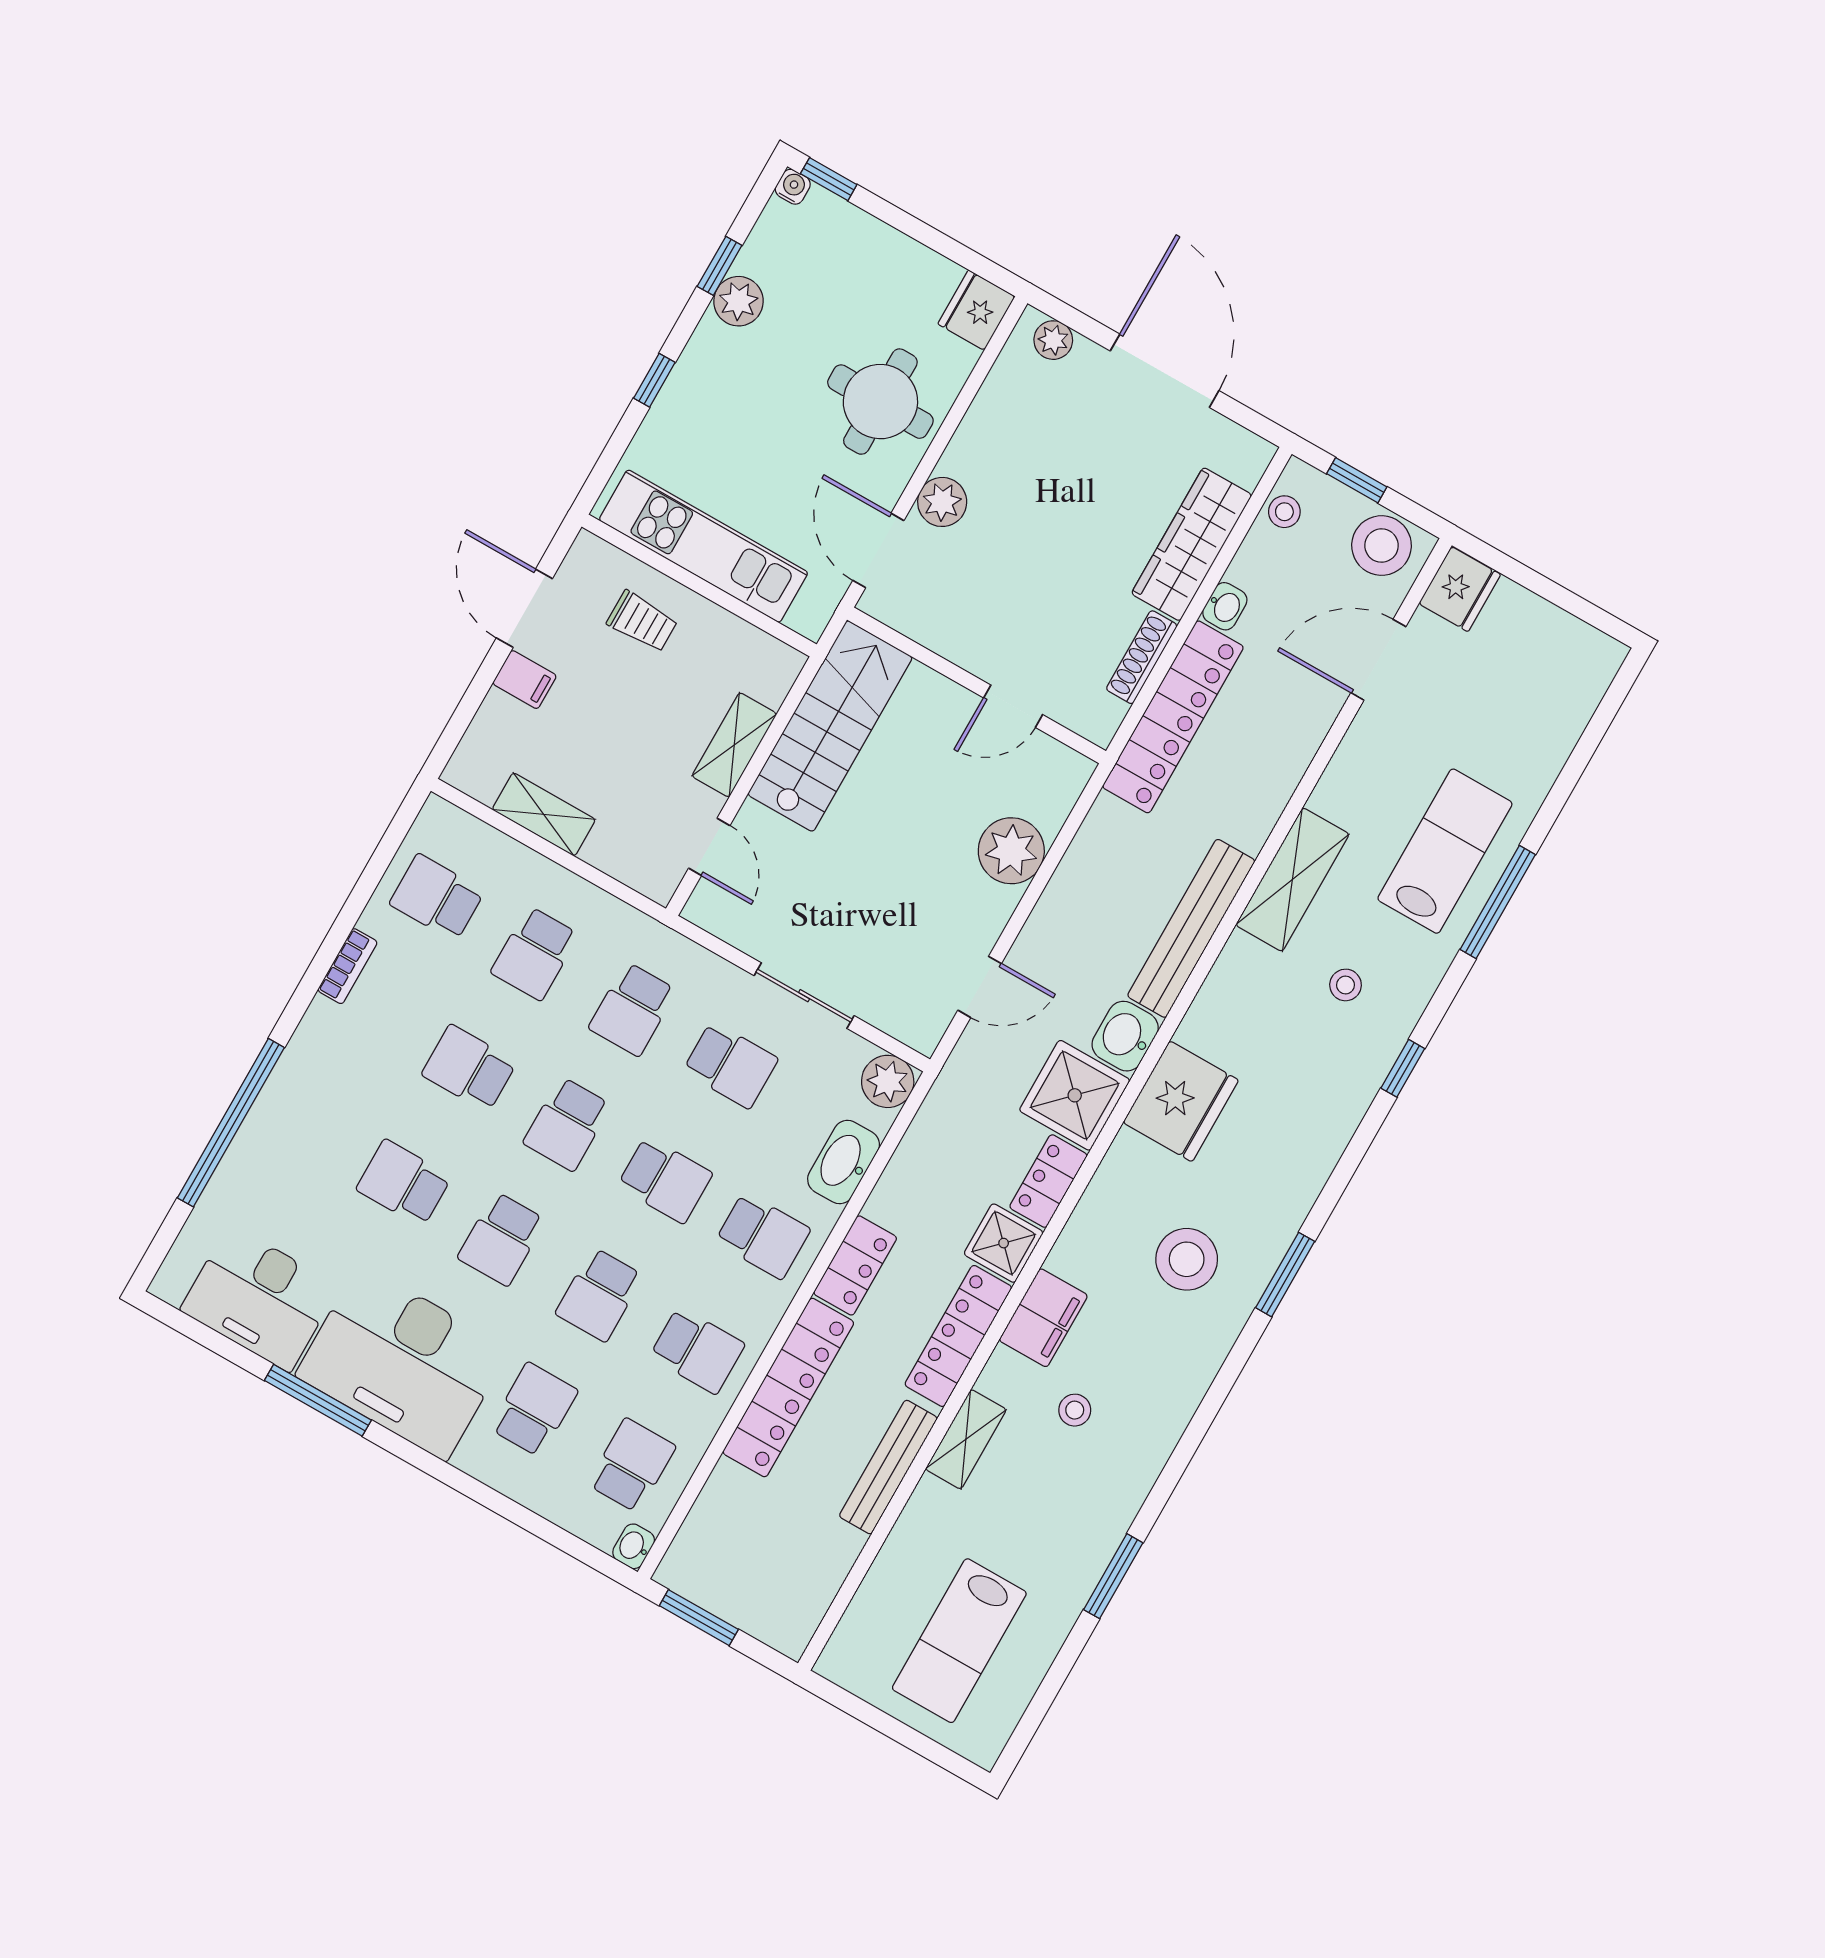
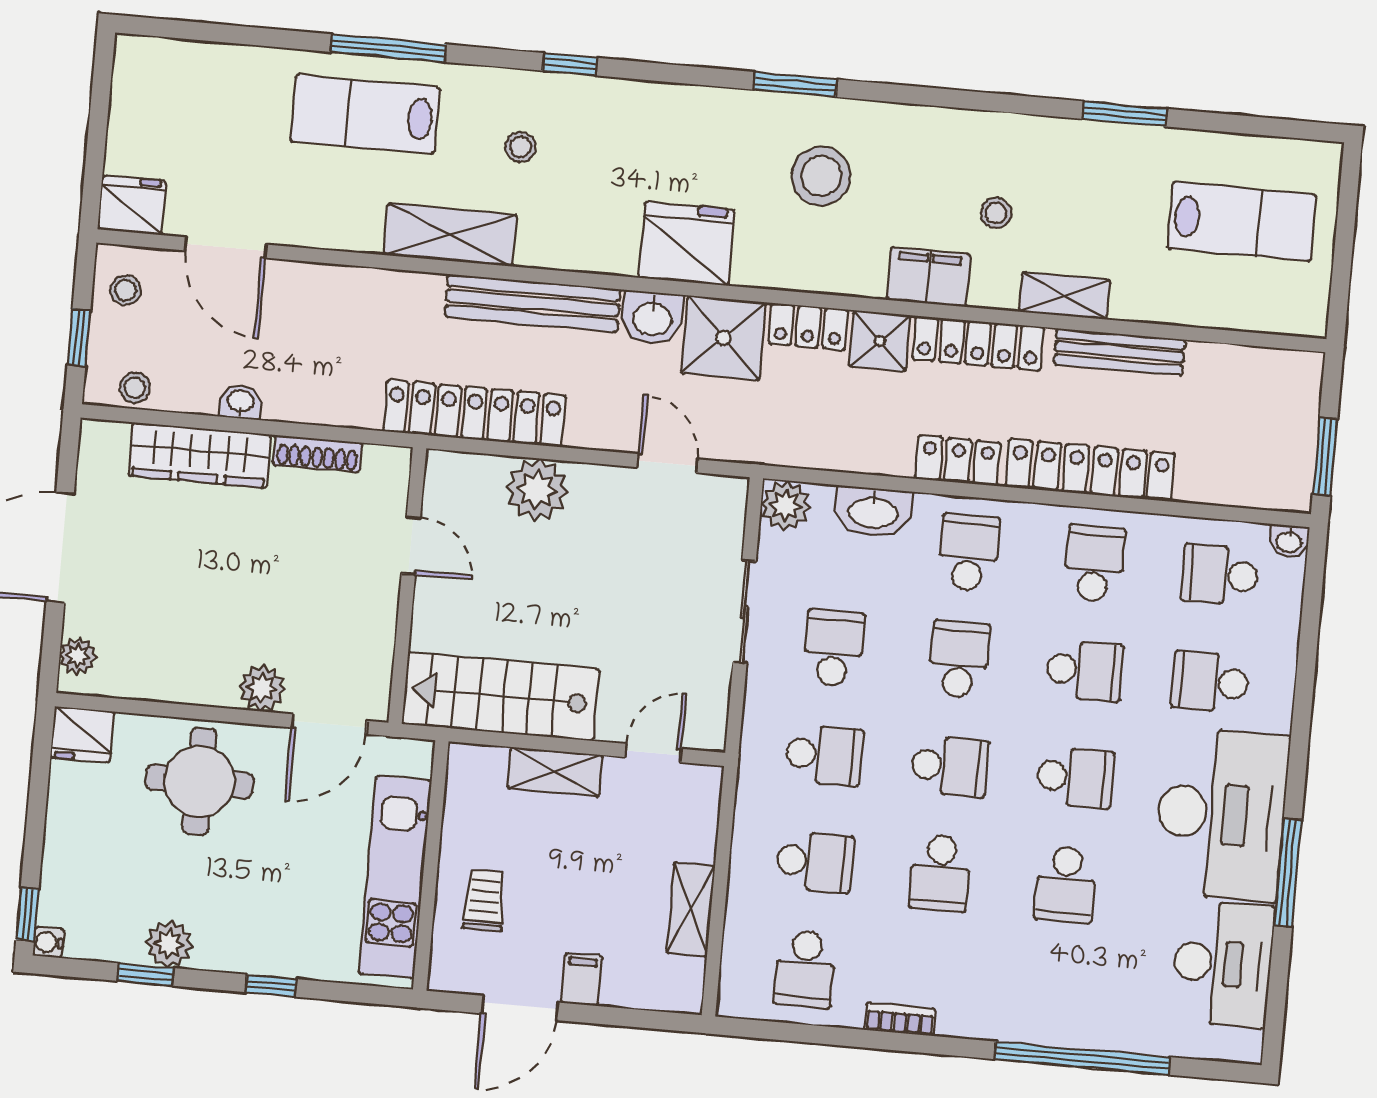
stool: (1382, 546) -> (126, 290), width x0.53, depth x0.53
locker: (1173, 717) -> (474, 413), moved

